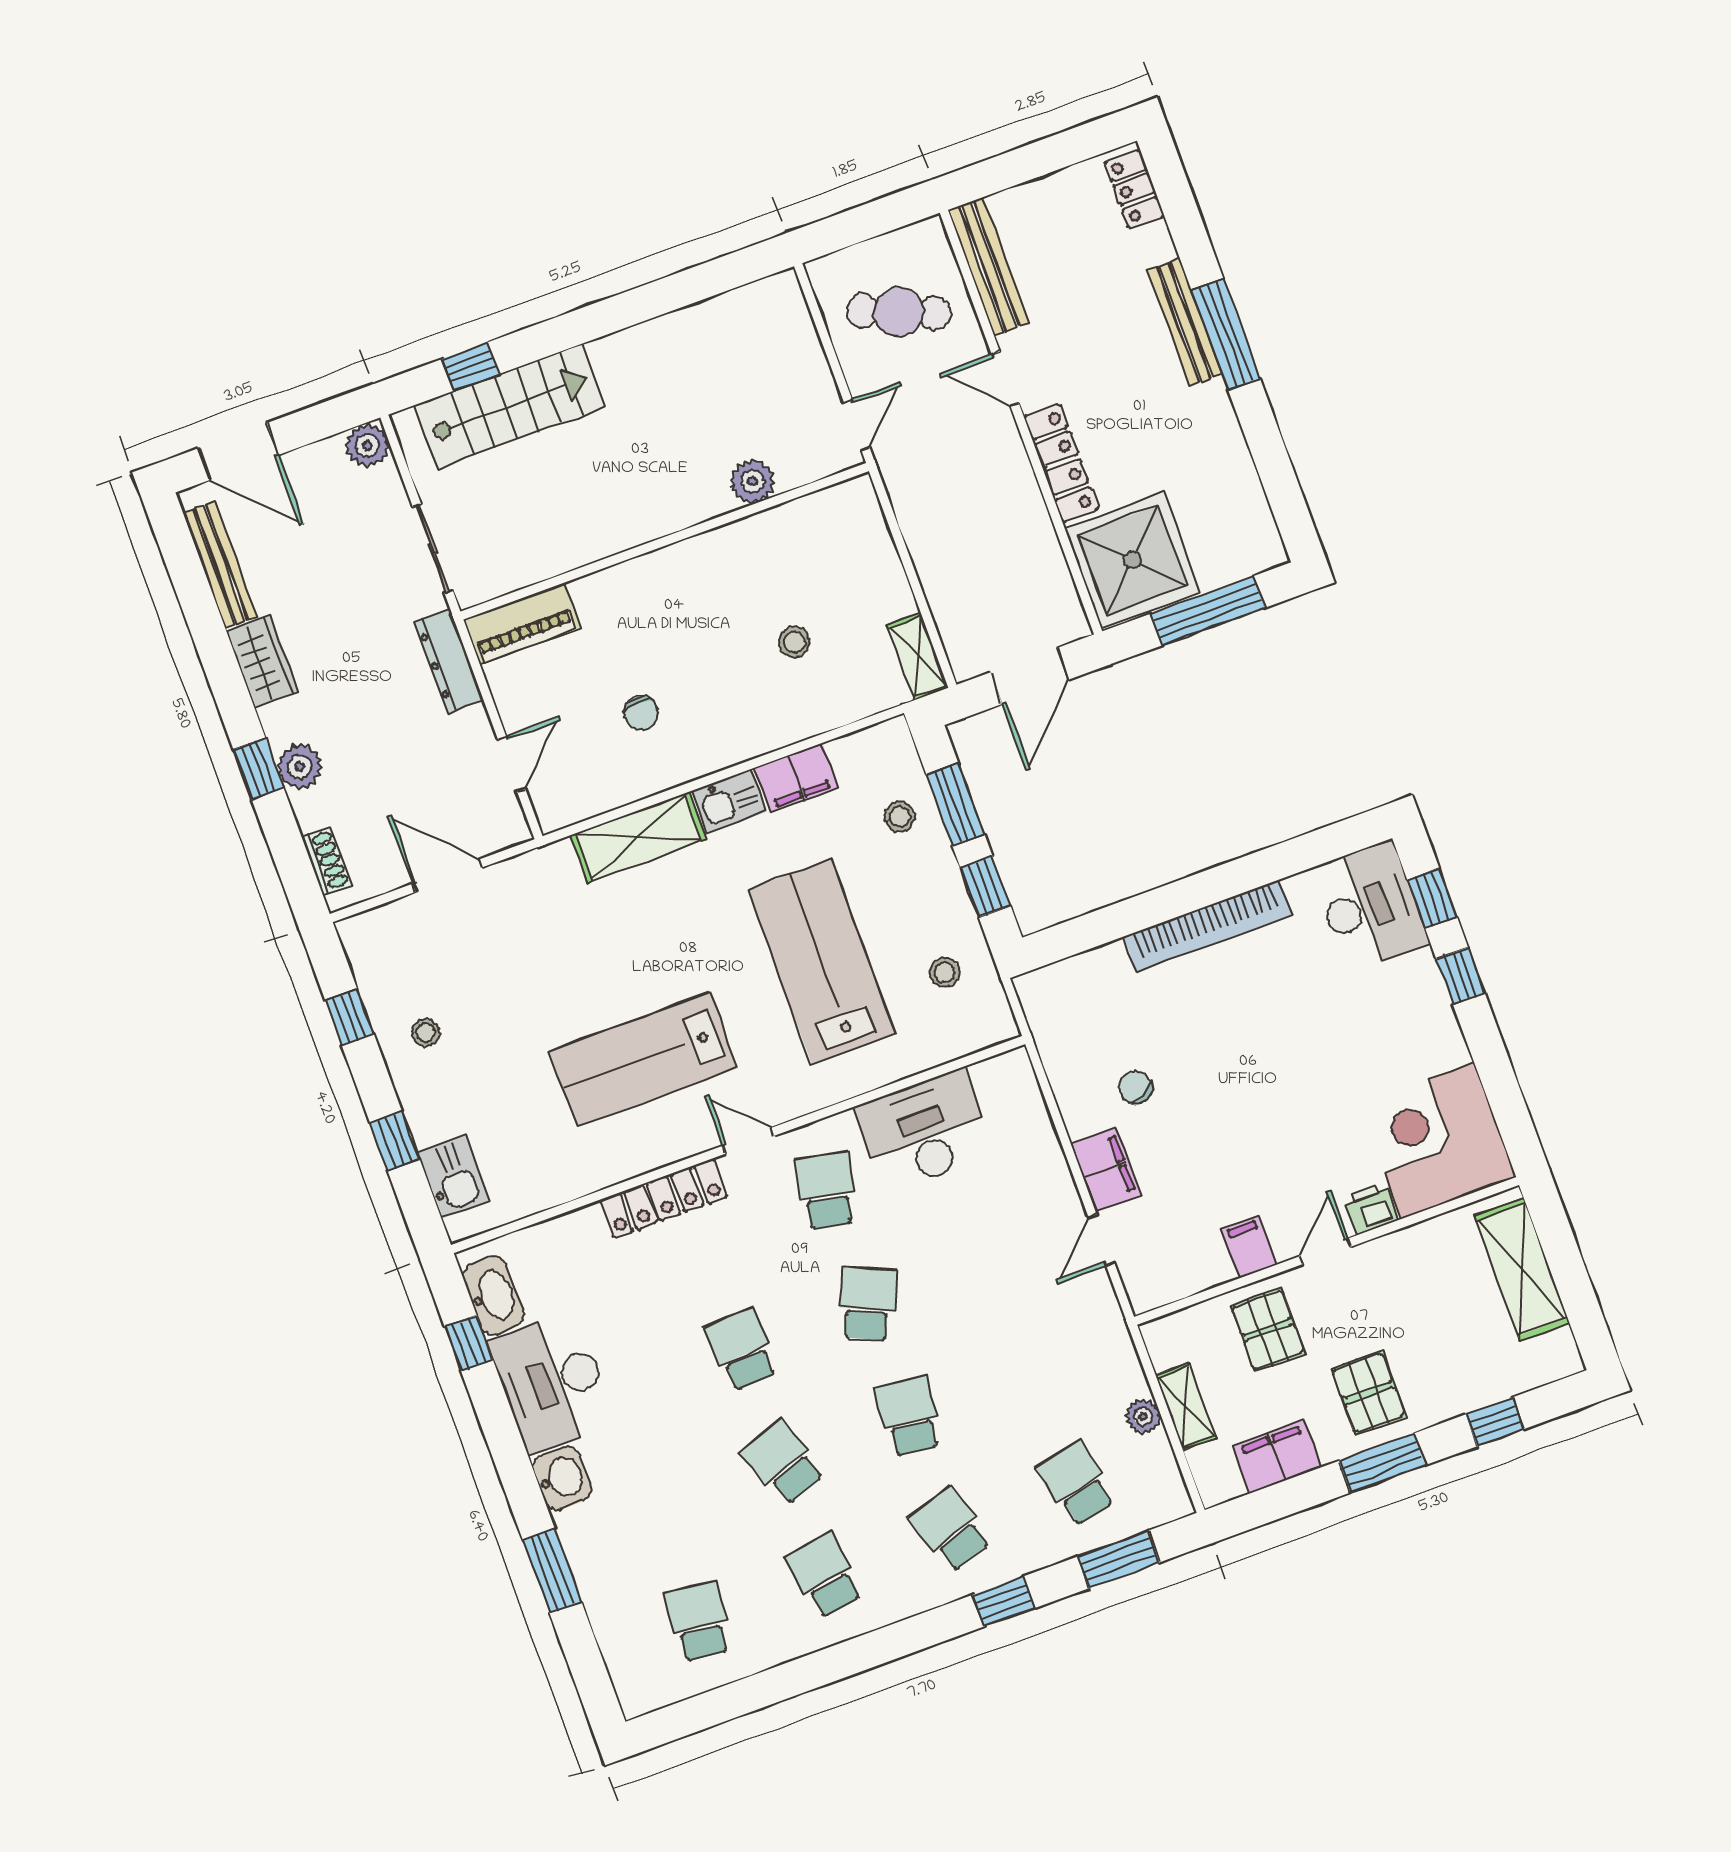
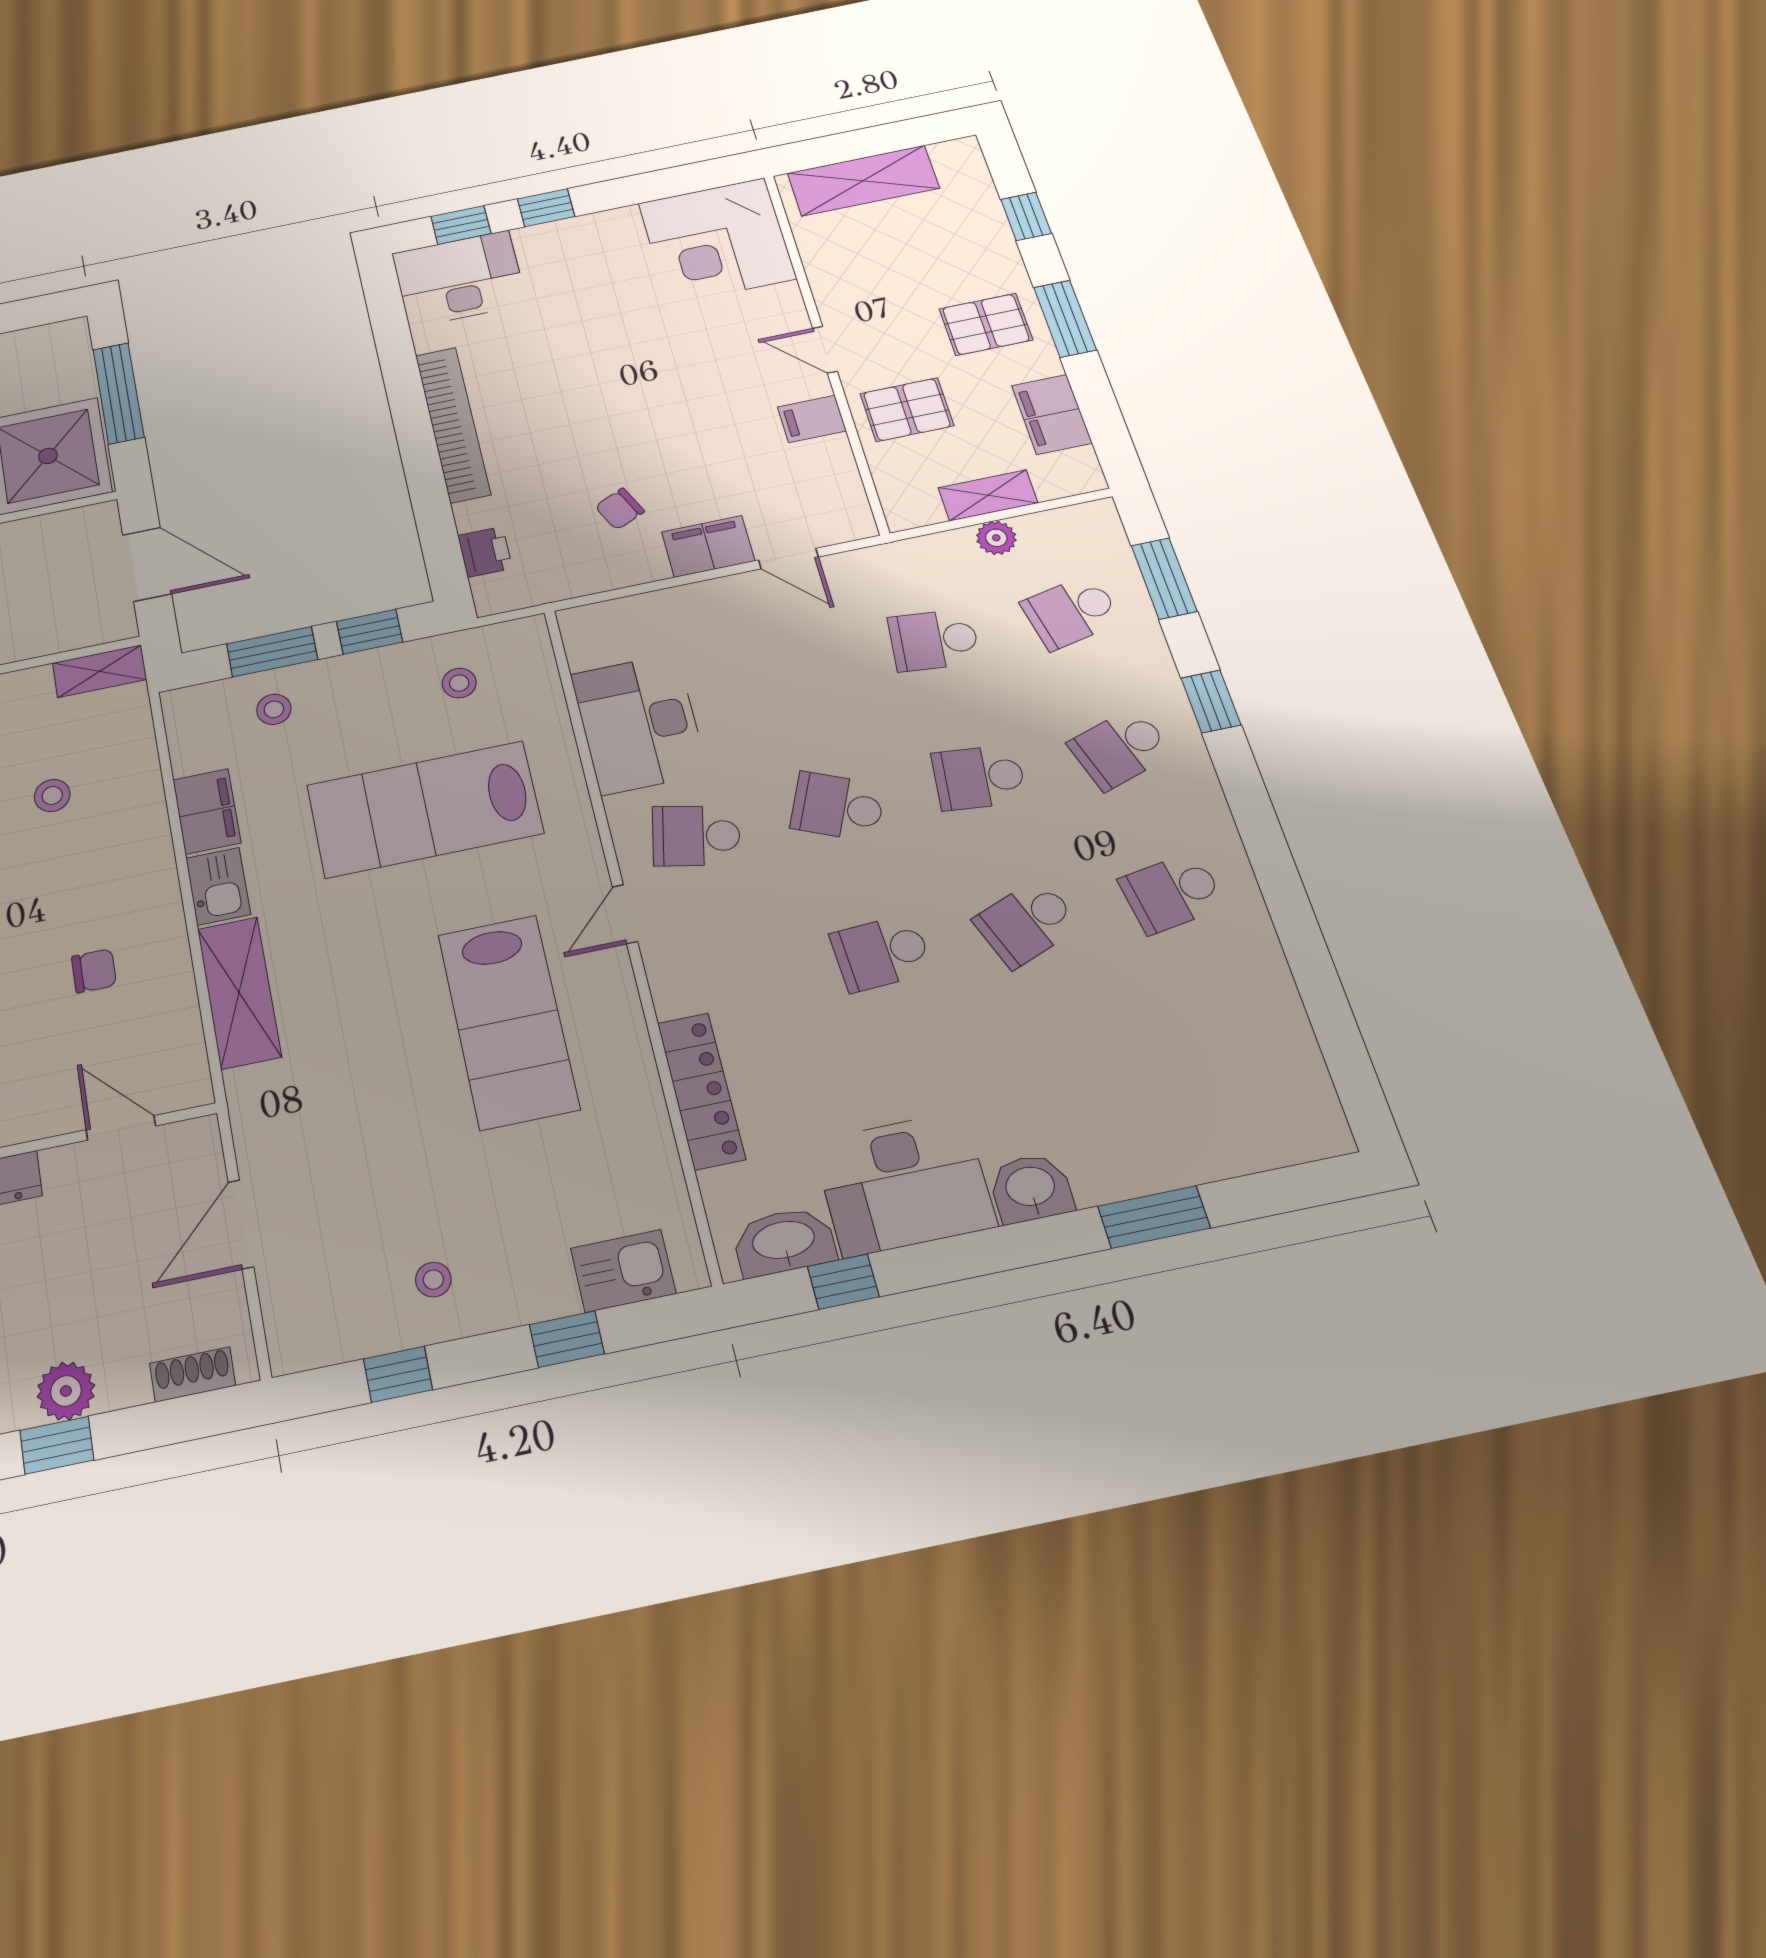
locker: (664, 1198) -> (701, 1091), moved
printer: (1370, 1209) -> (485, 552), moved, turned 180
school desk: (698, 1622) -> (934, 640), moved

